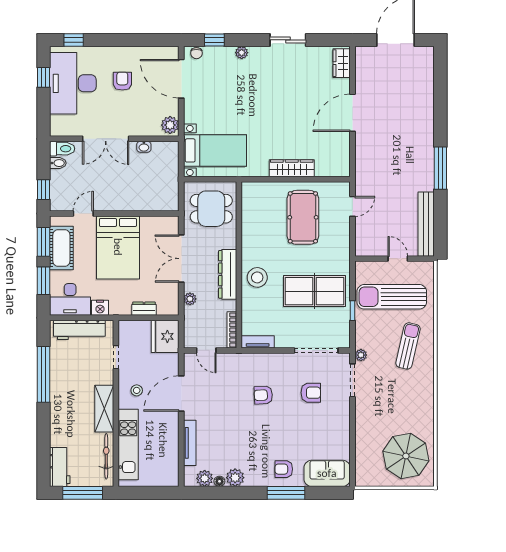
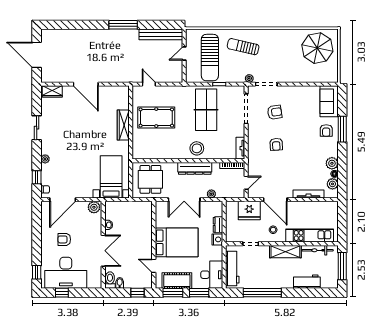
nightstand: (100, 308) -> (217, 239), moved
fridge: (165, 336) -> (249, 211), moved
armchair: (311, 393) -> (275, 112), turned 81
workbench: (60, 467) -> (307, 282), moved

